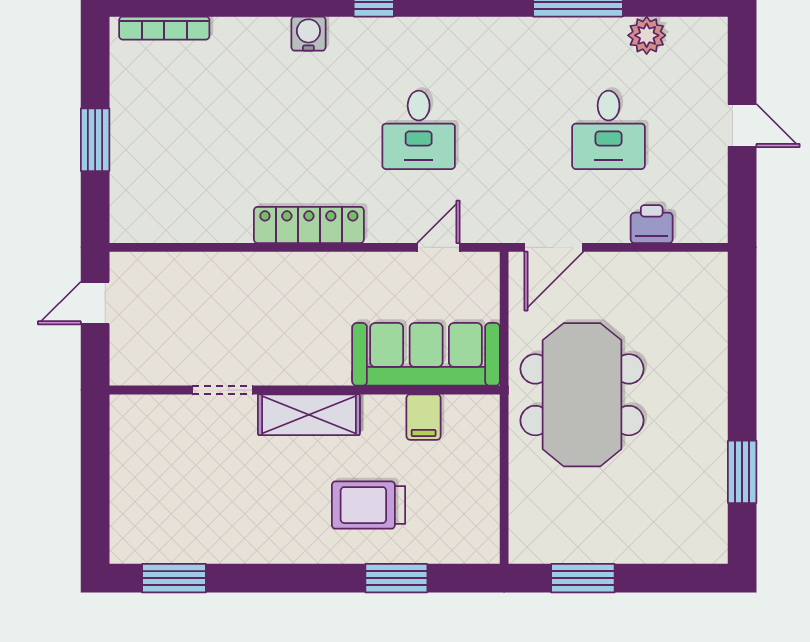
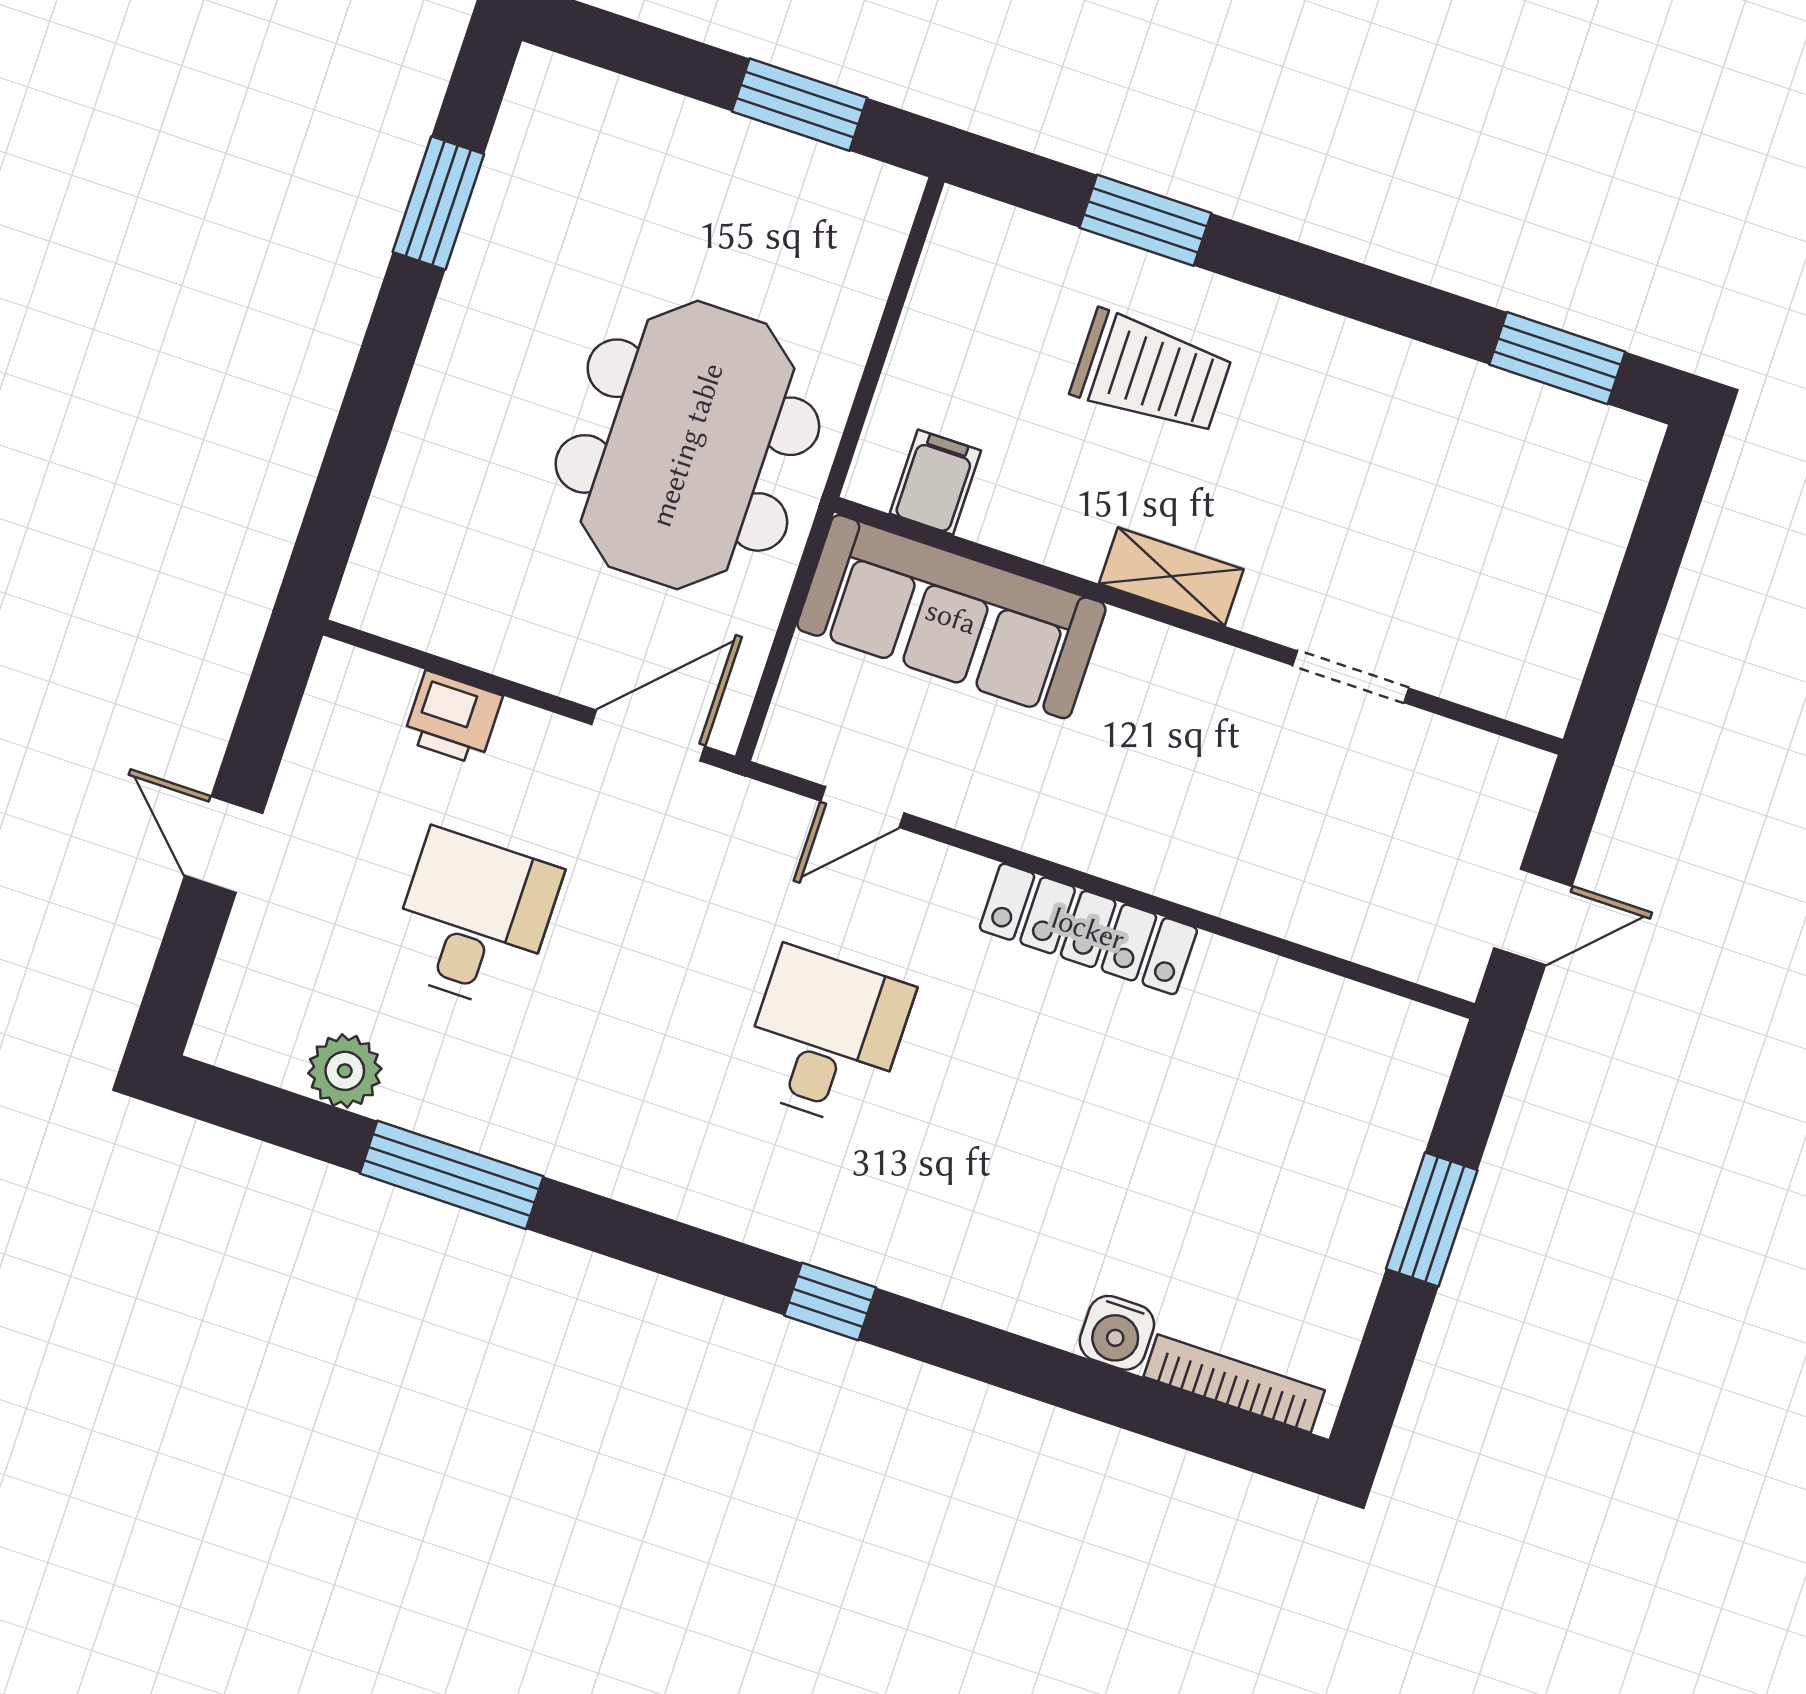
water cooler: (308, 34) -> (1117, 1333), moved
shelving: (309, 415) -> (1171, 576), width x0.67, depth x0.75
filing cabinet: (424, 417) -> (935, 482), moved

